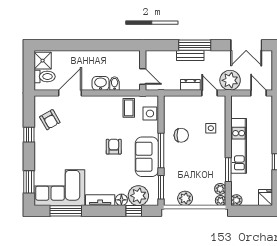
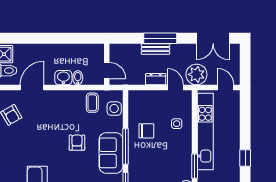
kitchen unit: (239, 146) -> (205, 131), width x1.36

